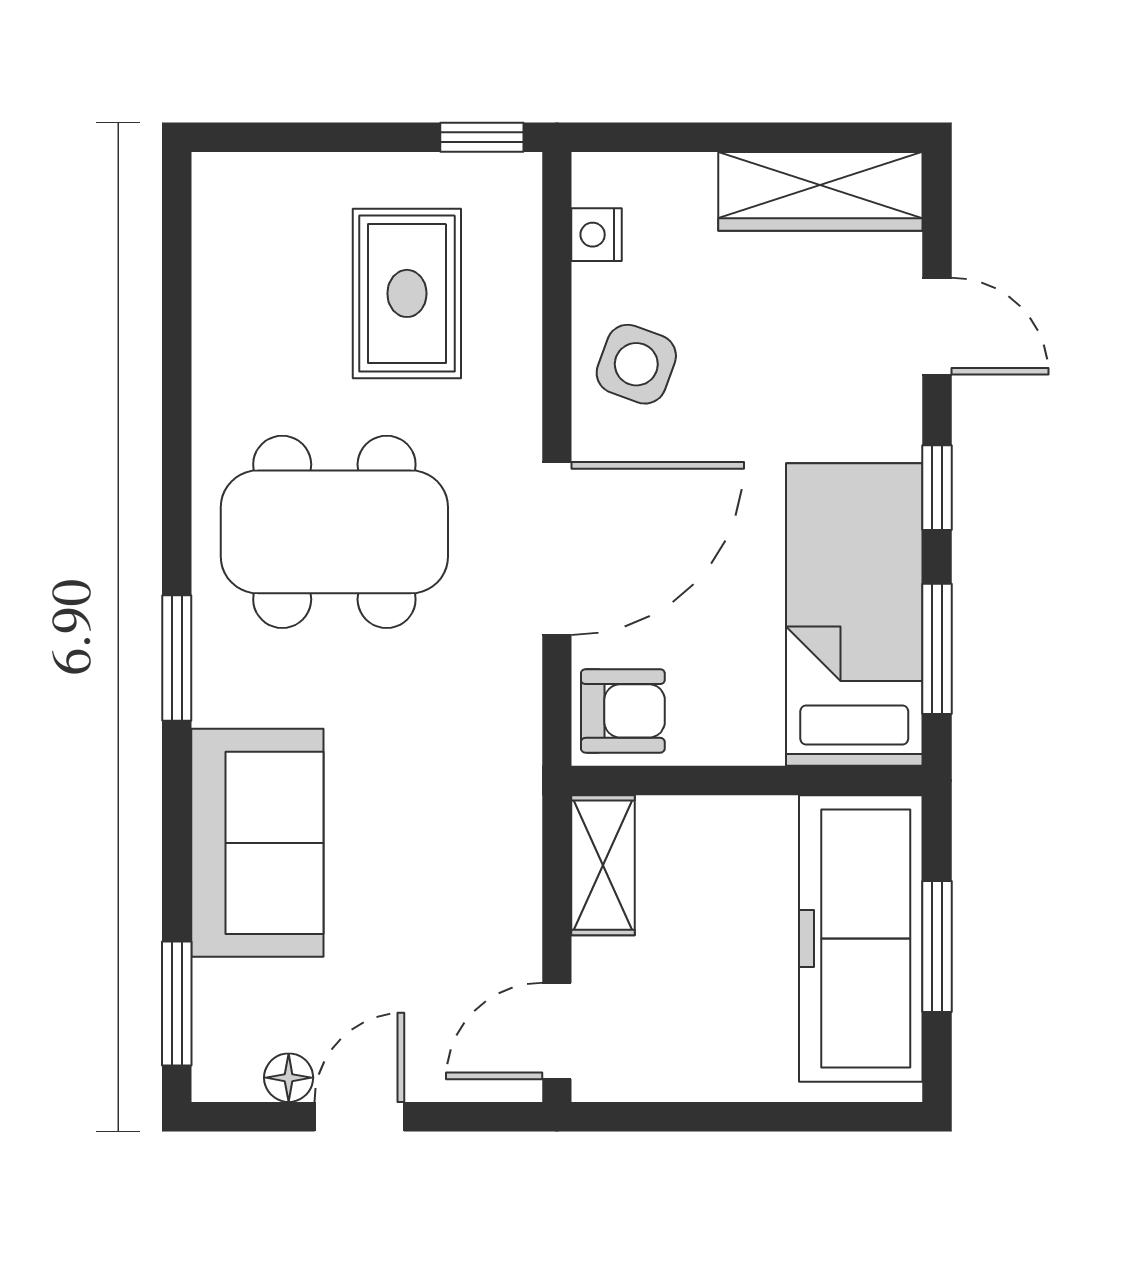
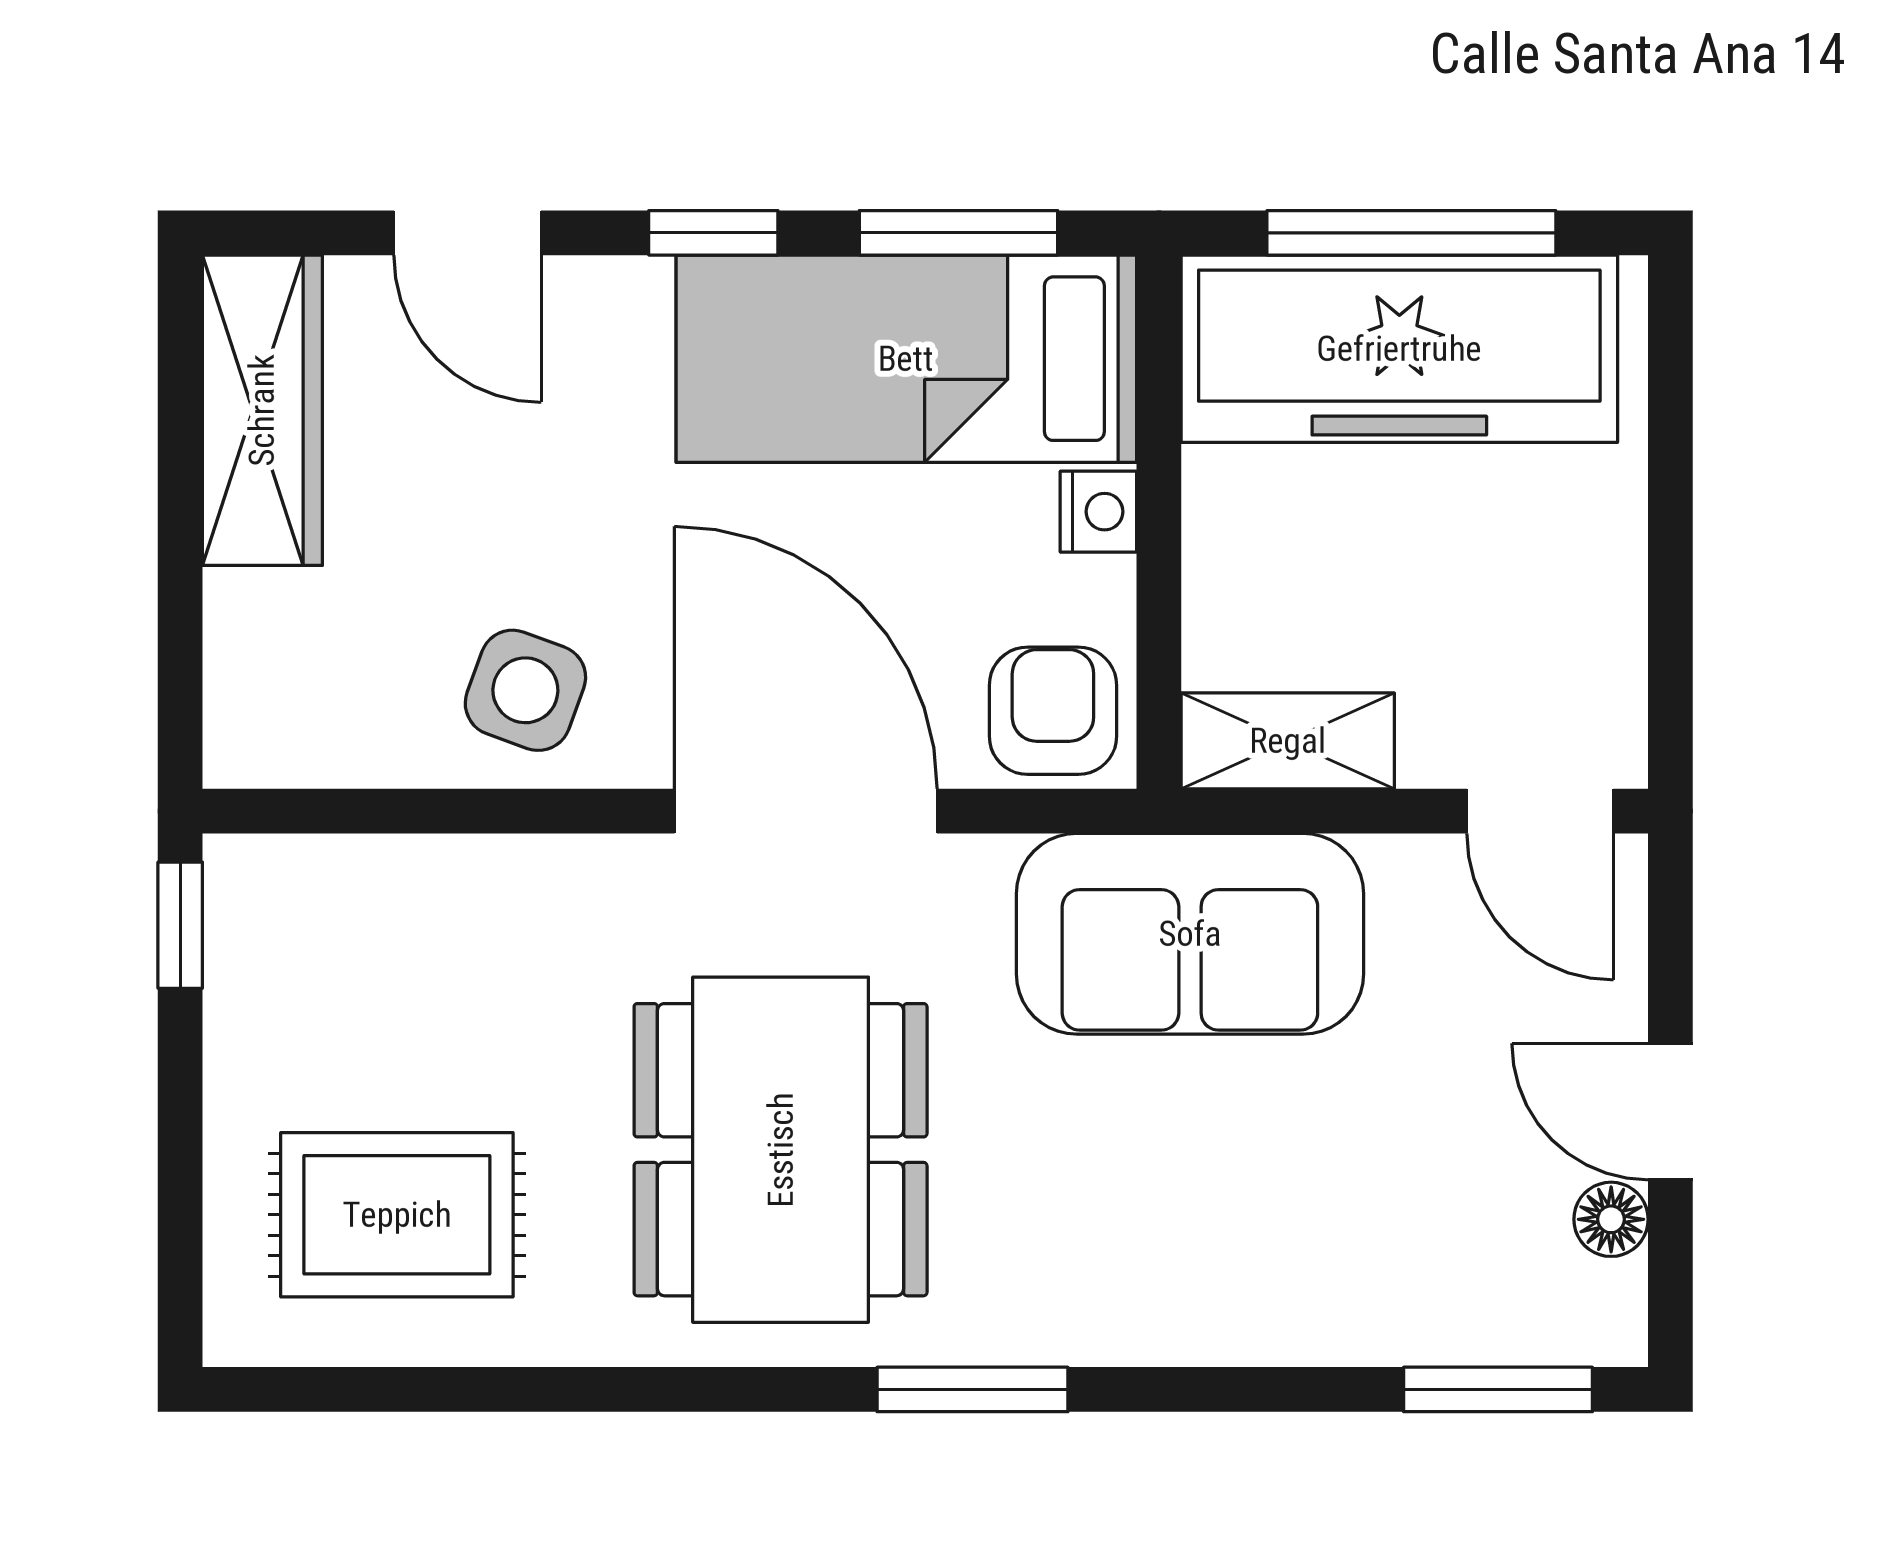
nightstand: (597, 235) -> (1098, 512), moved, turned -90
rug: (407, 293) -> (397, 1215), moved
door: (937, 326) -> (467, 233), swing flipped
sofa: (257, 843) -> (1190, 934), moved, turned 180
window: (937, 946) -> (1411, 233), width x1.44

